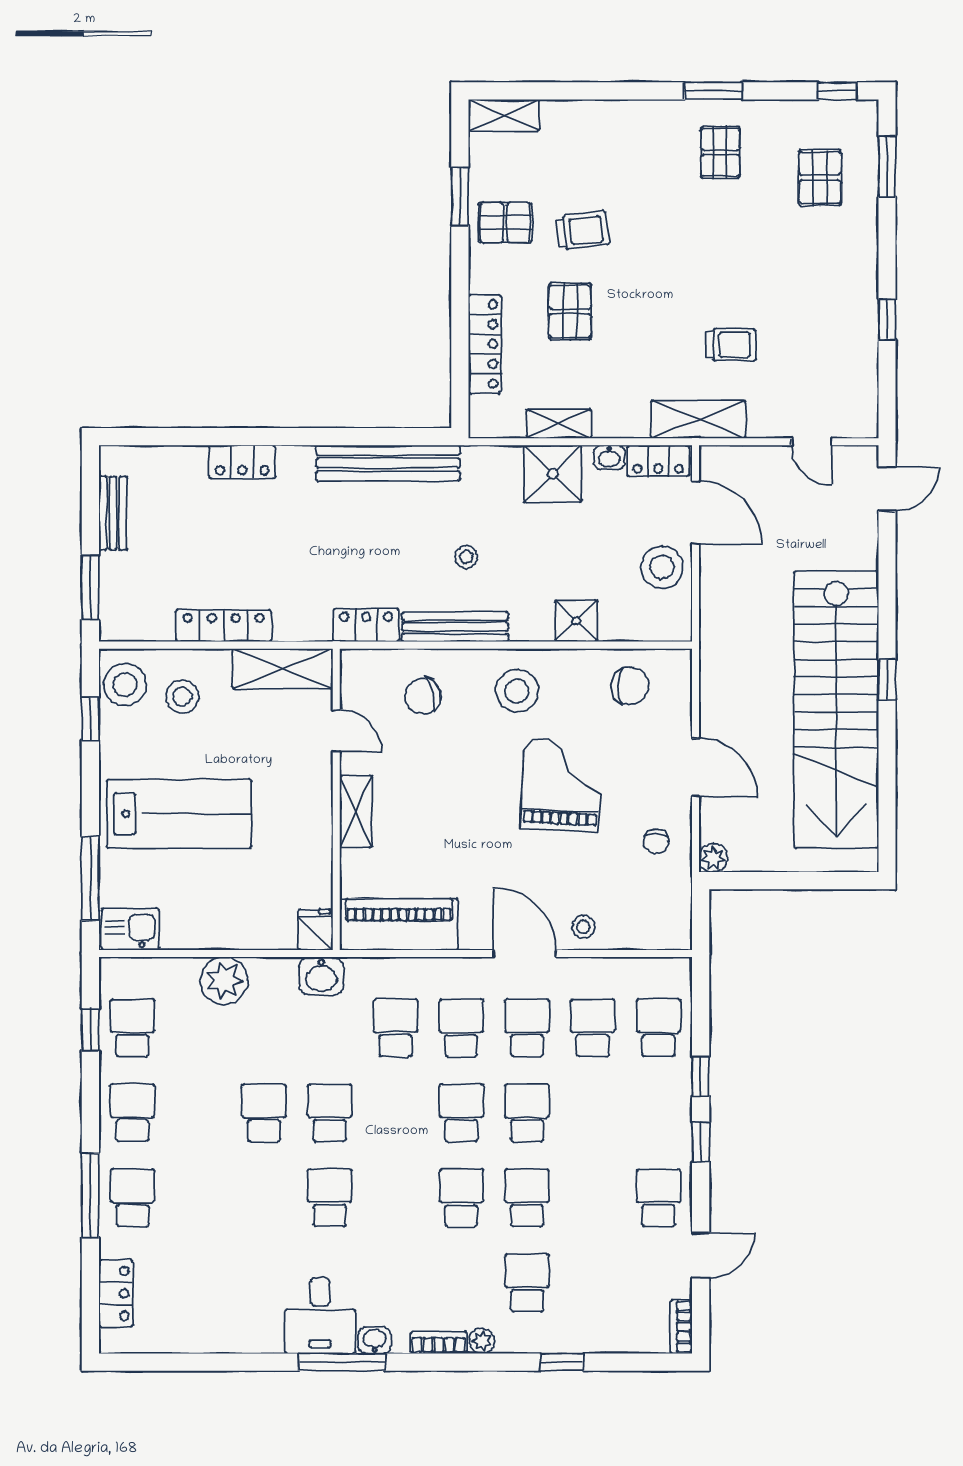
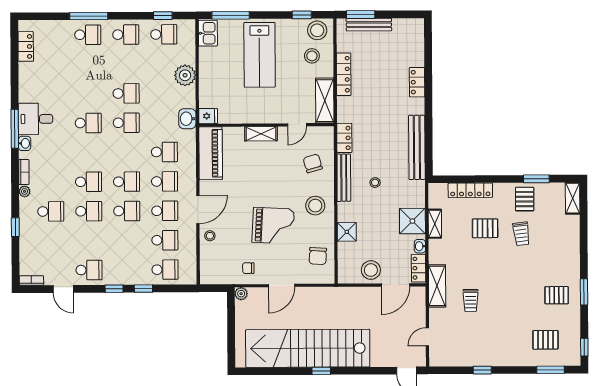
bench: (113, 513) -> (369, 25), moved, width x1.36
locker: (116, 1293) -> (26, 46), moved, turned -90

